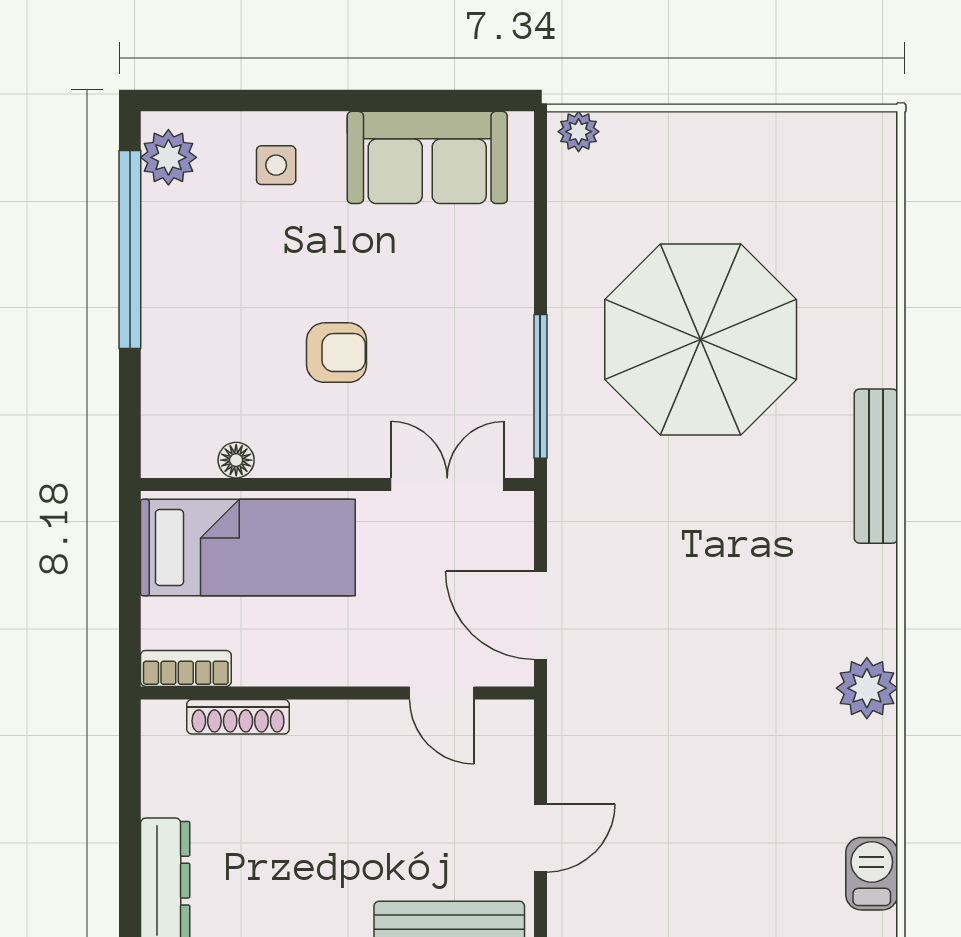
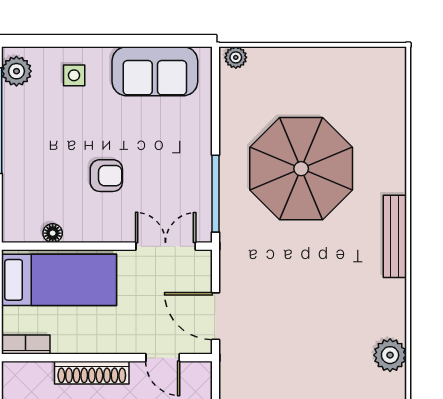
shoe rack: (238, 717) -> (92, 373), moved, width x1.36, depth x1.24

